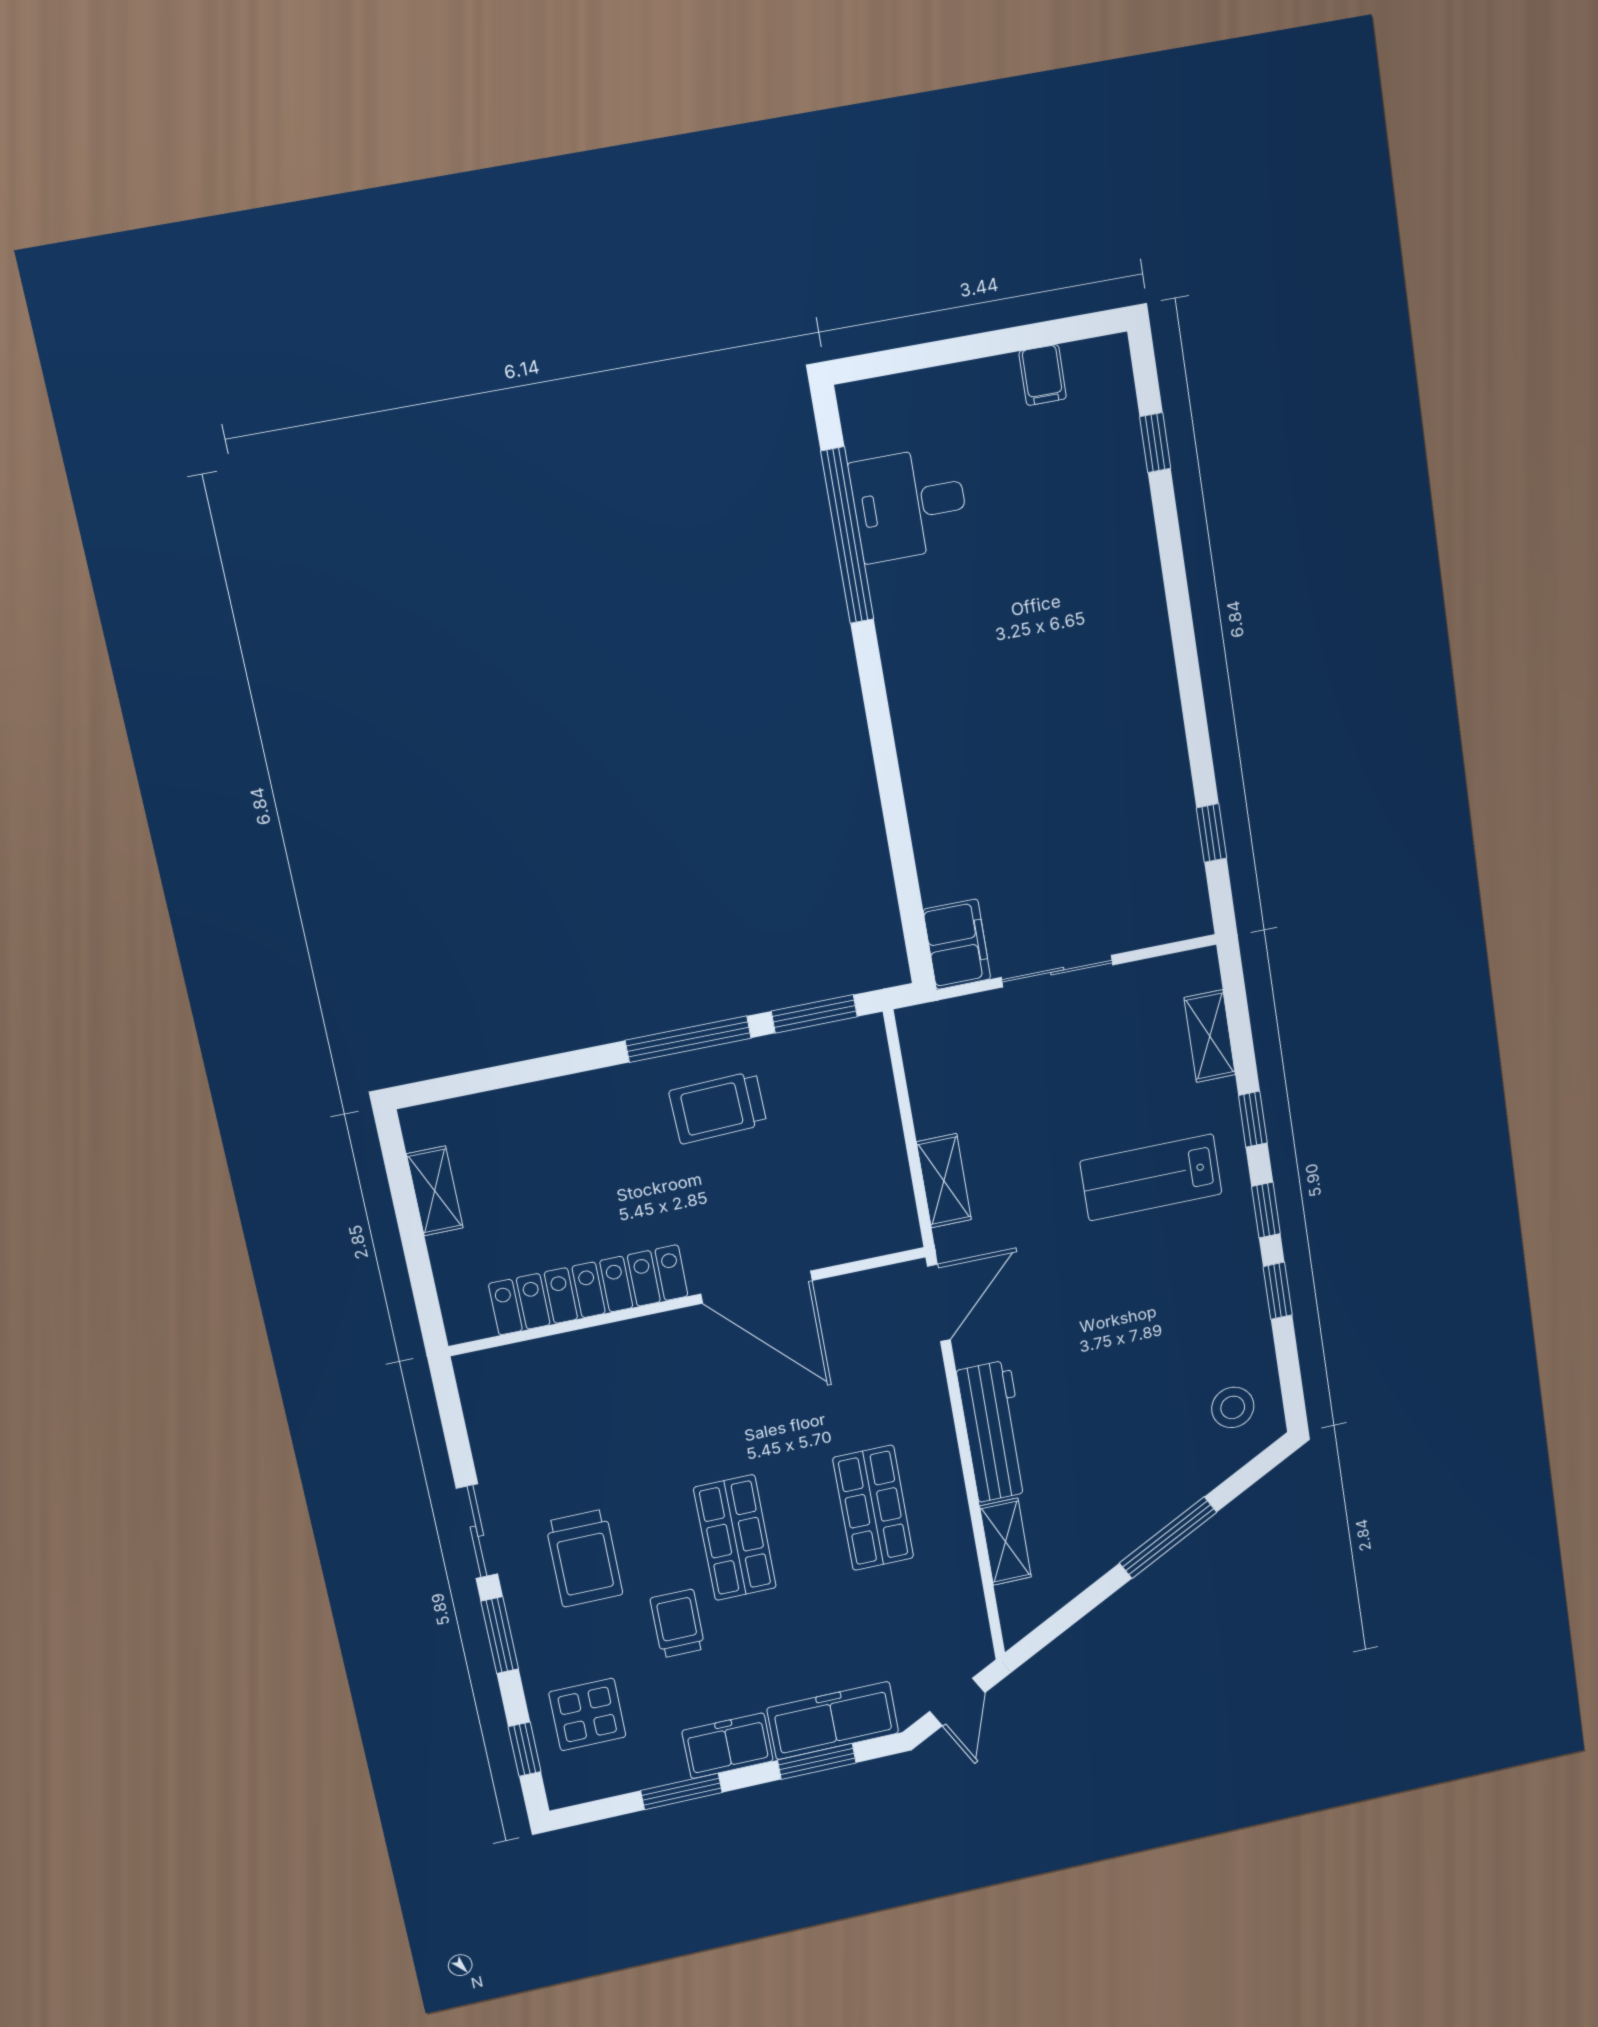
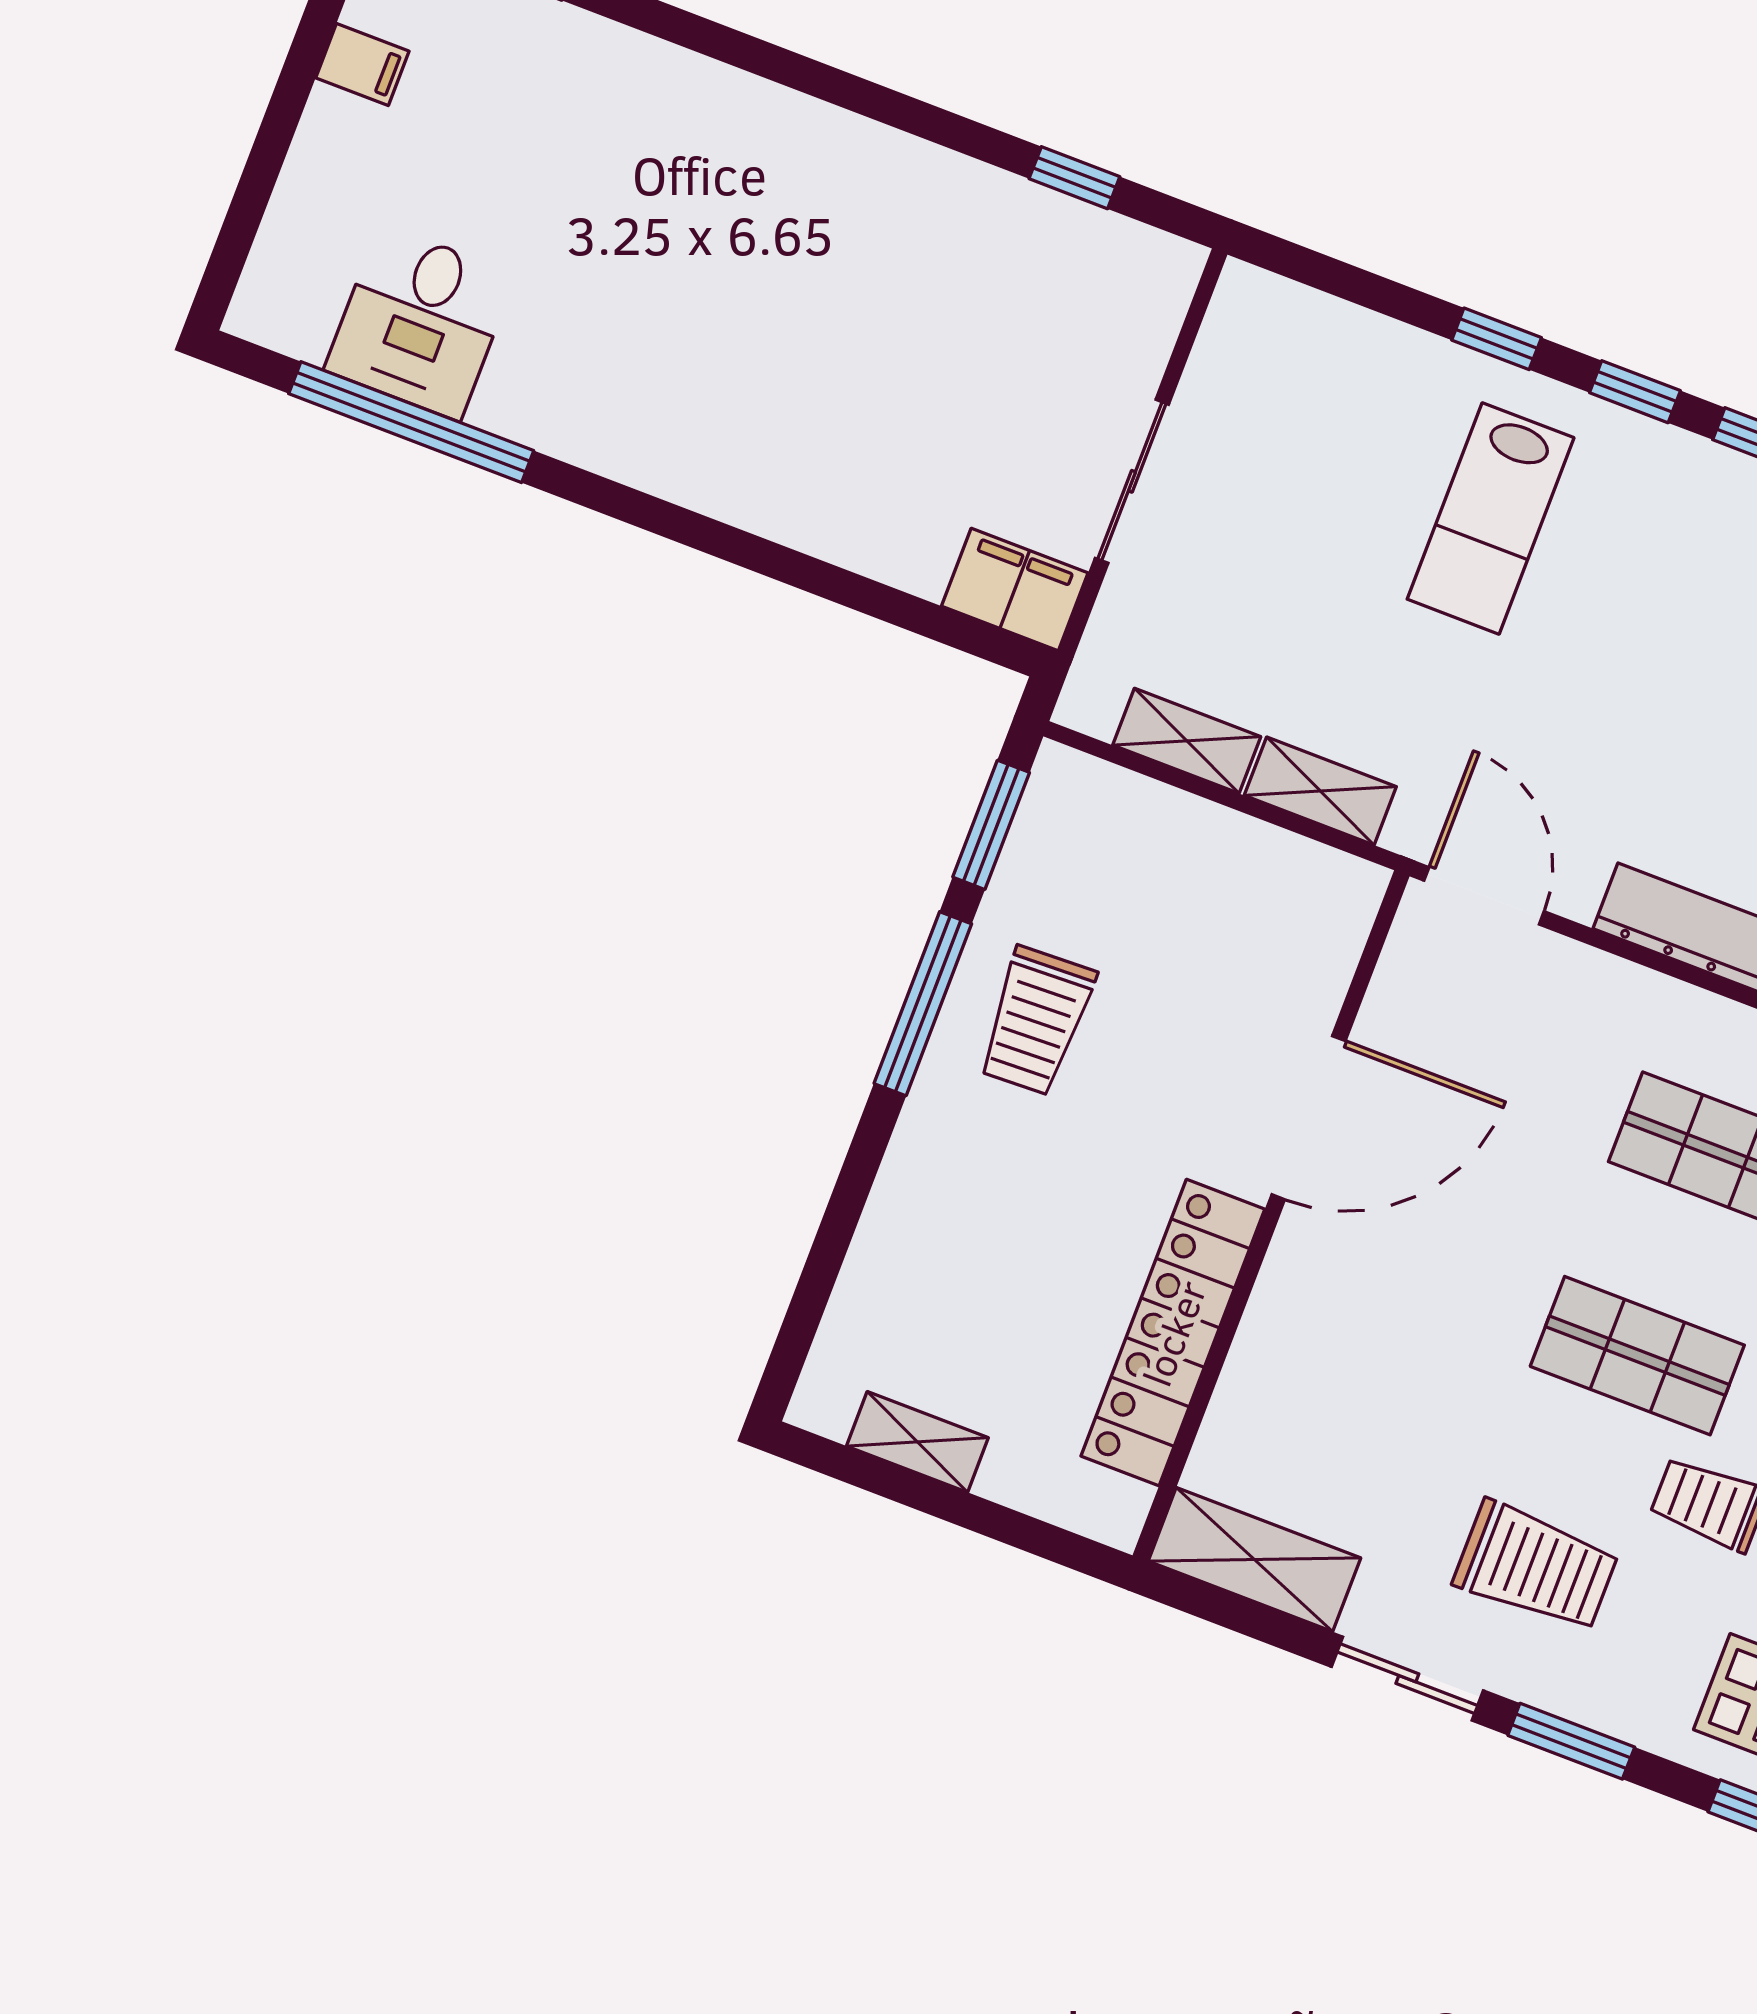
shelving: (1210, 1036) -> (1187, 741), moved
shelving: (489, 1411) -> (1254, 1560), added

